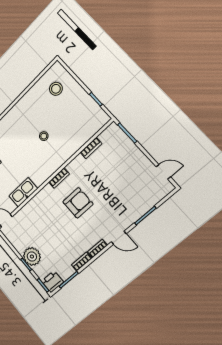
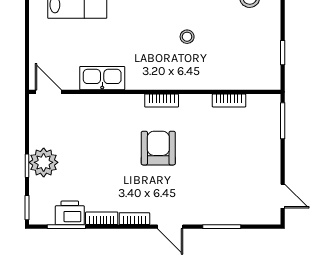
armchair: (78, 203) -> (158, 148), turned -90
printer: (52, 282) -> (70, 213), moved

